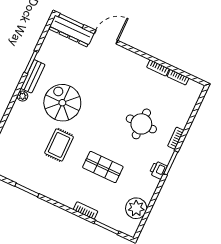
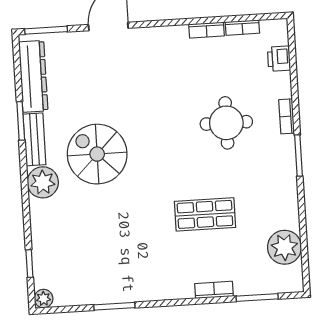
dresser: (71, 31) -> (33, 76), moved, turned -90
plant: (23, 96) -> (43, 182), width x1.88, depth x1.88
rug: (59, 145) -> (125, 217), removed
printer: (158, 170) -> (279, 59), moved

